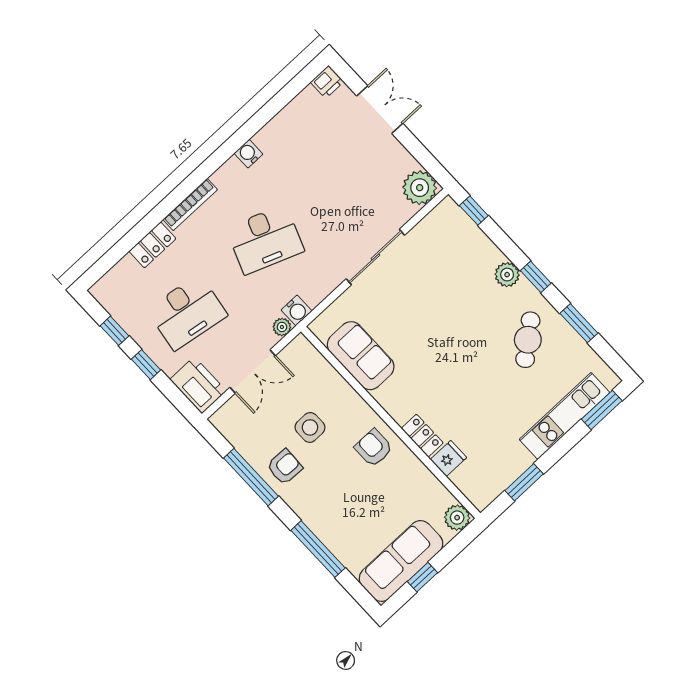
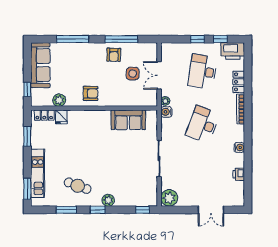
printer: (327, 82) -> (239, 174), moved
cafe table: (528, 340) -> (78, 186), turned -31
printer: (198, 385) -> (233, 51), moved
side table: (310, 427) -> (133, 74), moved
locker: (422, 436) -> (44, 115), moved
plant: (457, 518) -> (59, 100), moved
window: (422, 577) -> (27, 89), moved

